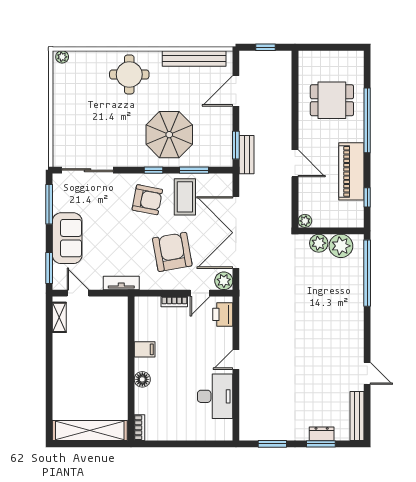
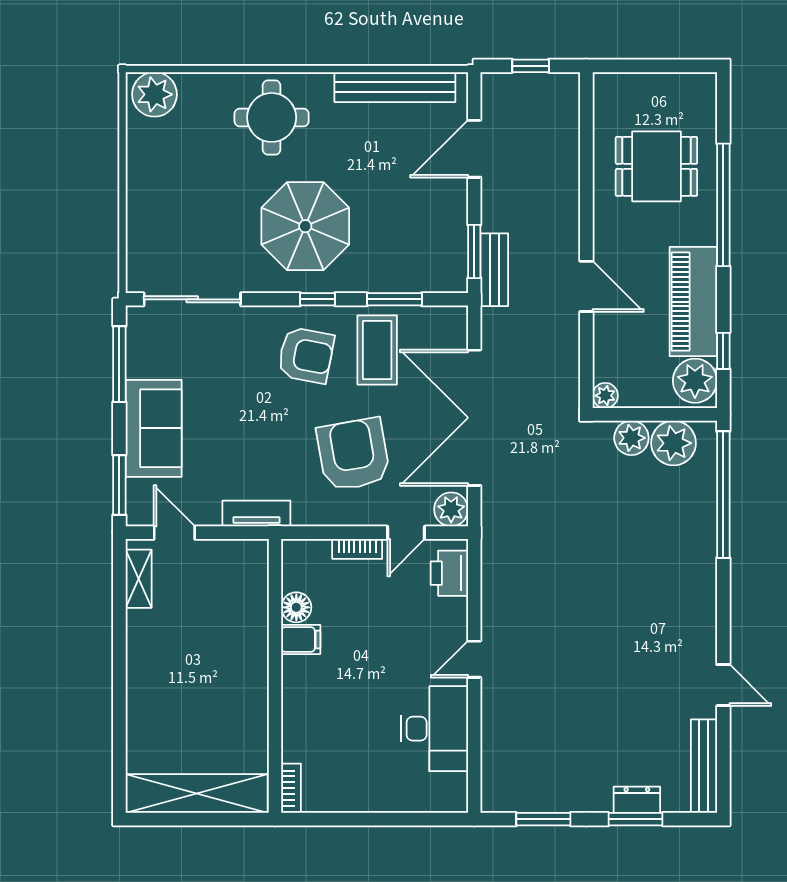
plant: (62, 57) -> (154, 94), width x1.87, depth x1.87
parasol: (169, 135) -> (305, 226), moved
plant: (352, 213) -> (695, 381), added
floor lamp: (142, 379) -> (296, 607), moved

